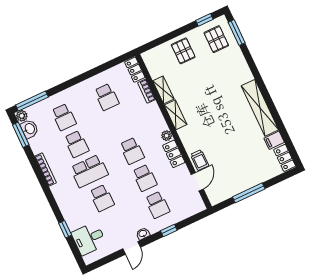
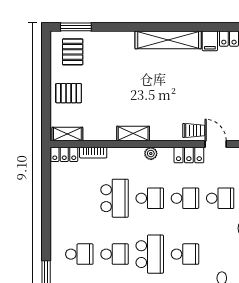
window: (204, 20) -> (46, 55), removed
pallet: (216, 39) -> (73, 52), turned 90
shelving: (163, 90) -> (67, 134), moved
school desk: (107, 97) -> (115, 198), moved, width x1.85
locker: (174, 154) -> (189, 155), moved

